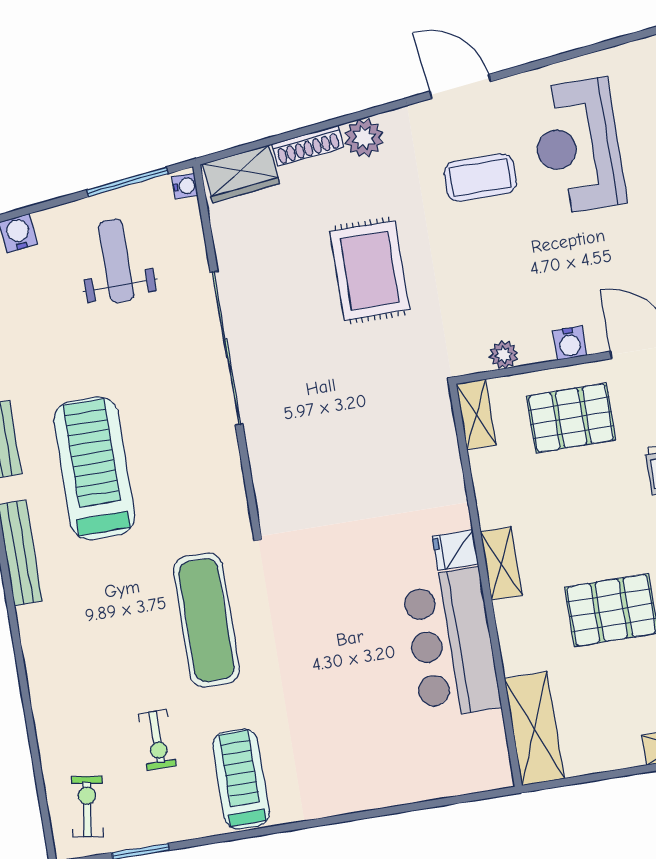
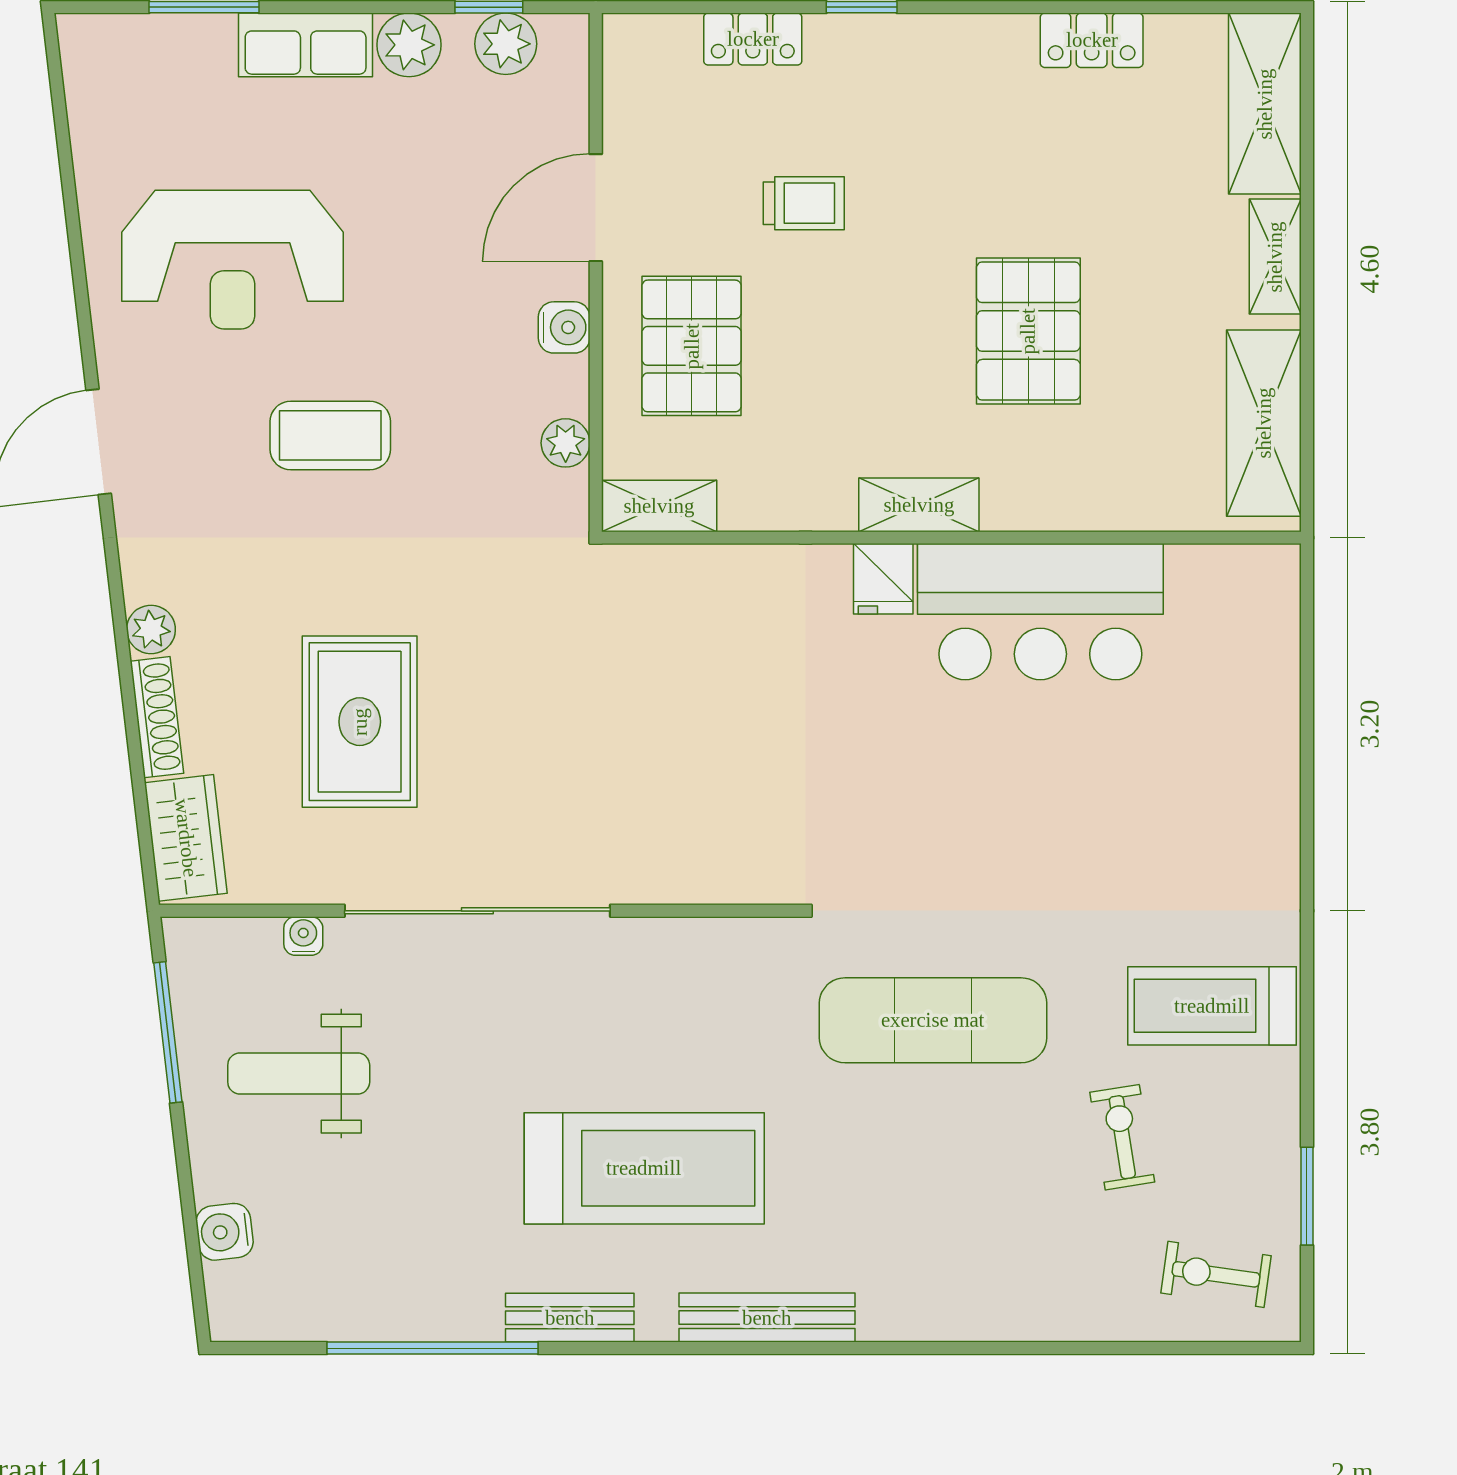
plant: (364, 138) -> (151, 629), width x0.73, depth x0.73
coffee table: (480, 178) -> (330, 435), moved, turned 90
water cooler: (185, 186) -> (303, 936), moved
rug: (370, 271) -> (360, 722), moved, turned 90
treadmill: (94, 468) -> (644, 1168), turned 180
shelving: (534, 729) -> (1264, 423), moved, turned 90
exercise bike: (157, 740) -> (1122, 1137), turned -99

